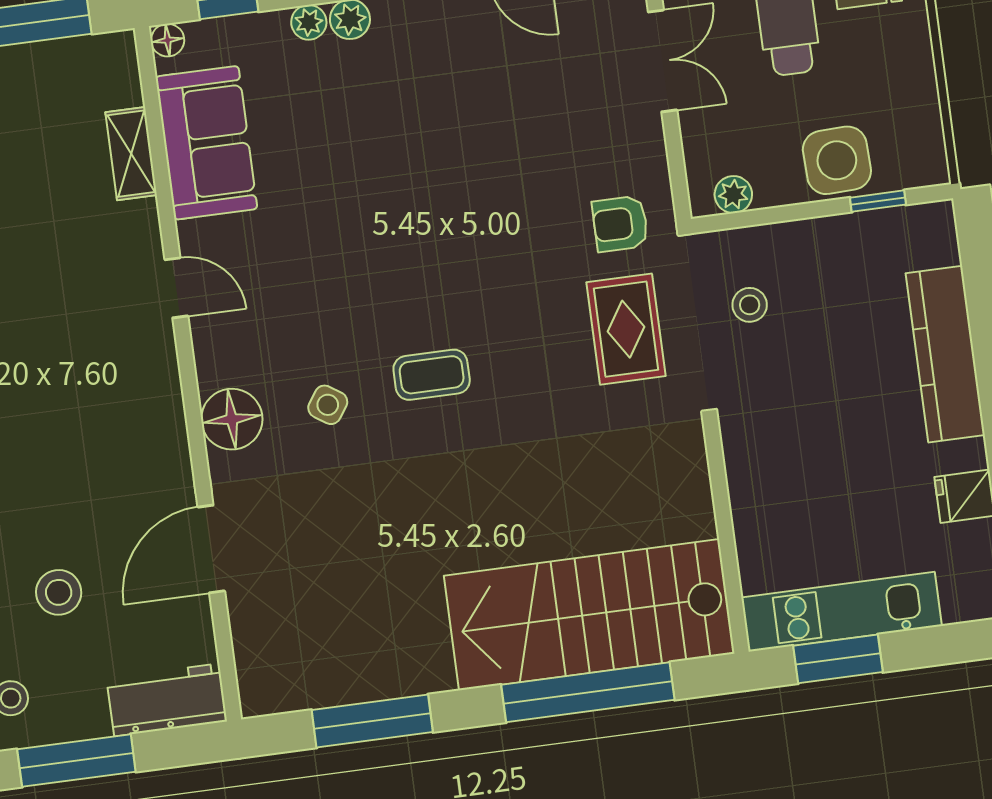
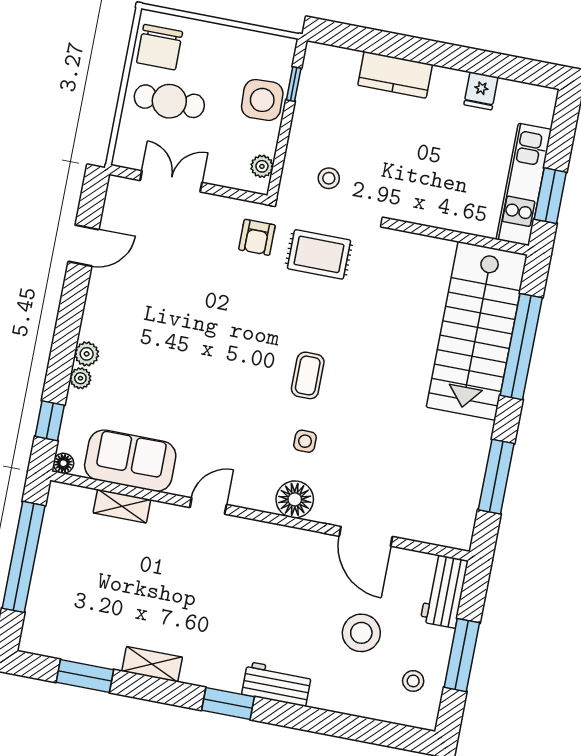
kitchen counter: (945, 354) -> (395, 75), width x0.67
side table: (328, 405) -> (305, 441), turned -34
stool: (59, 592) -> (361, 633), width x1.38, depth x1.38

